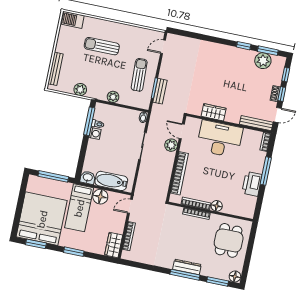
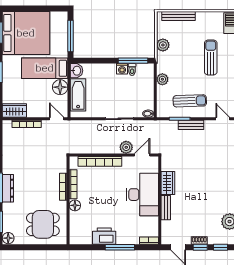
bench: (160, 91) -> (191, 125), moved
bench: (256, 123) -> (166, 208), moved, width x0.73

